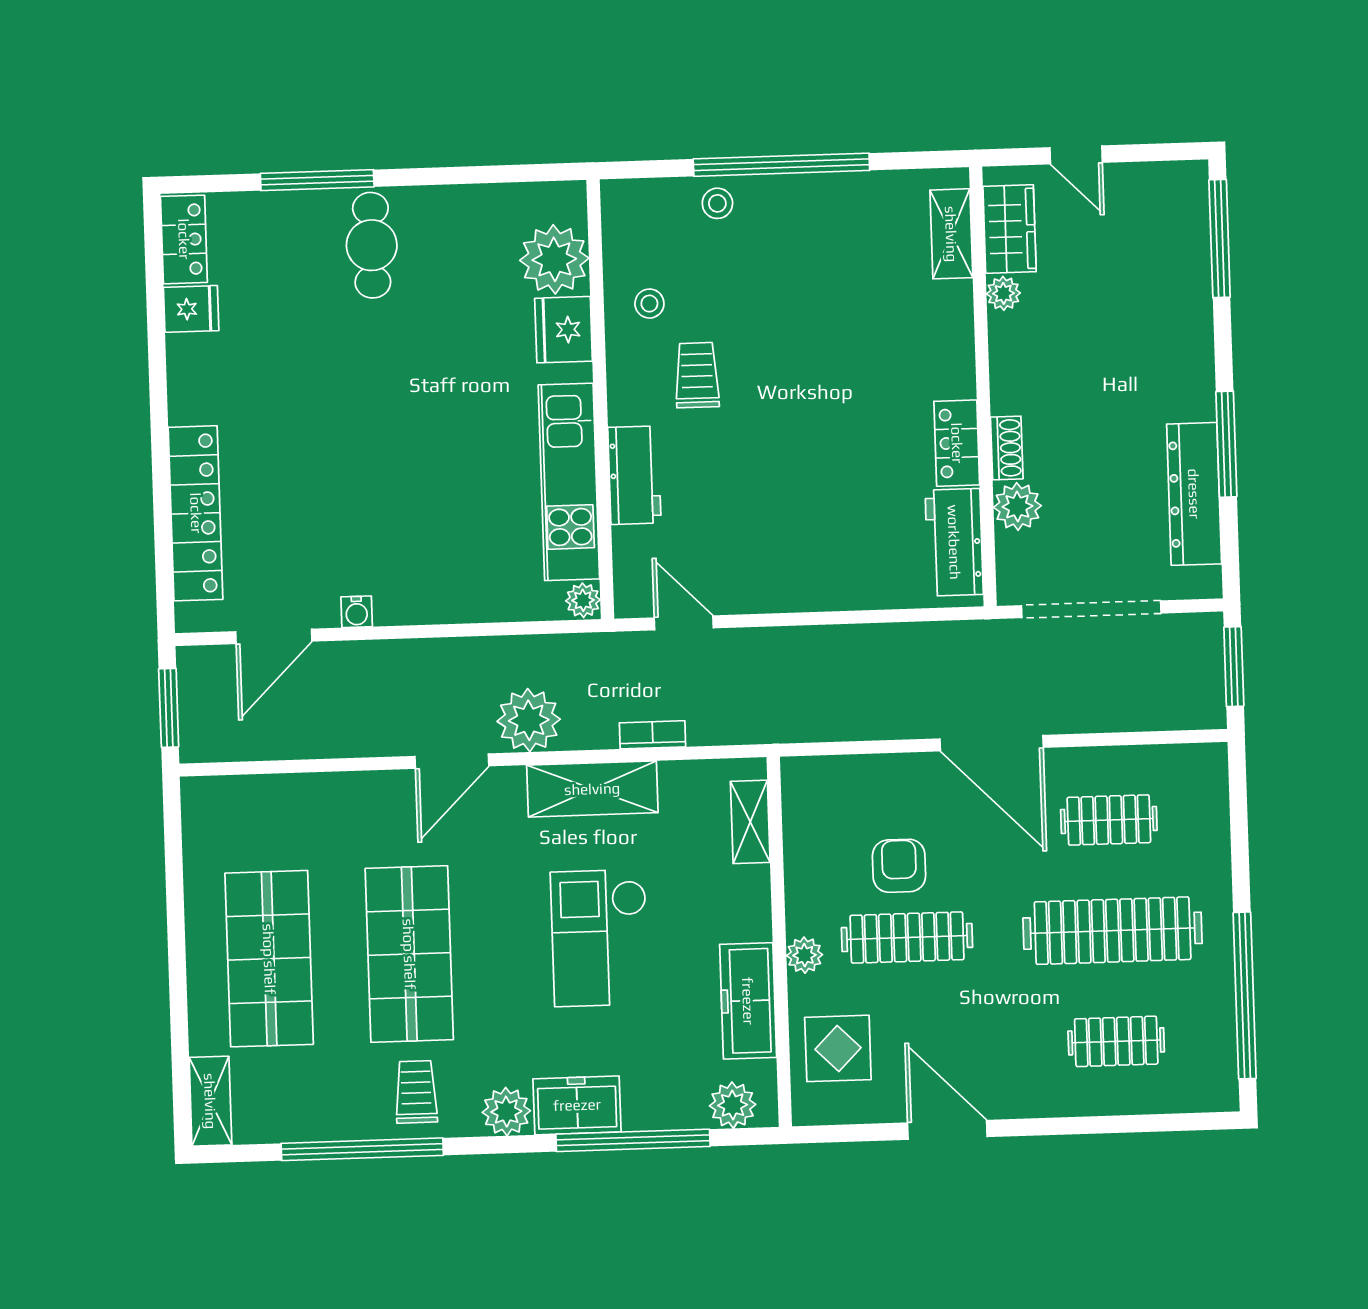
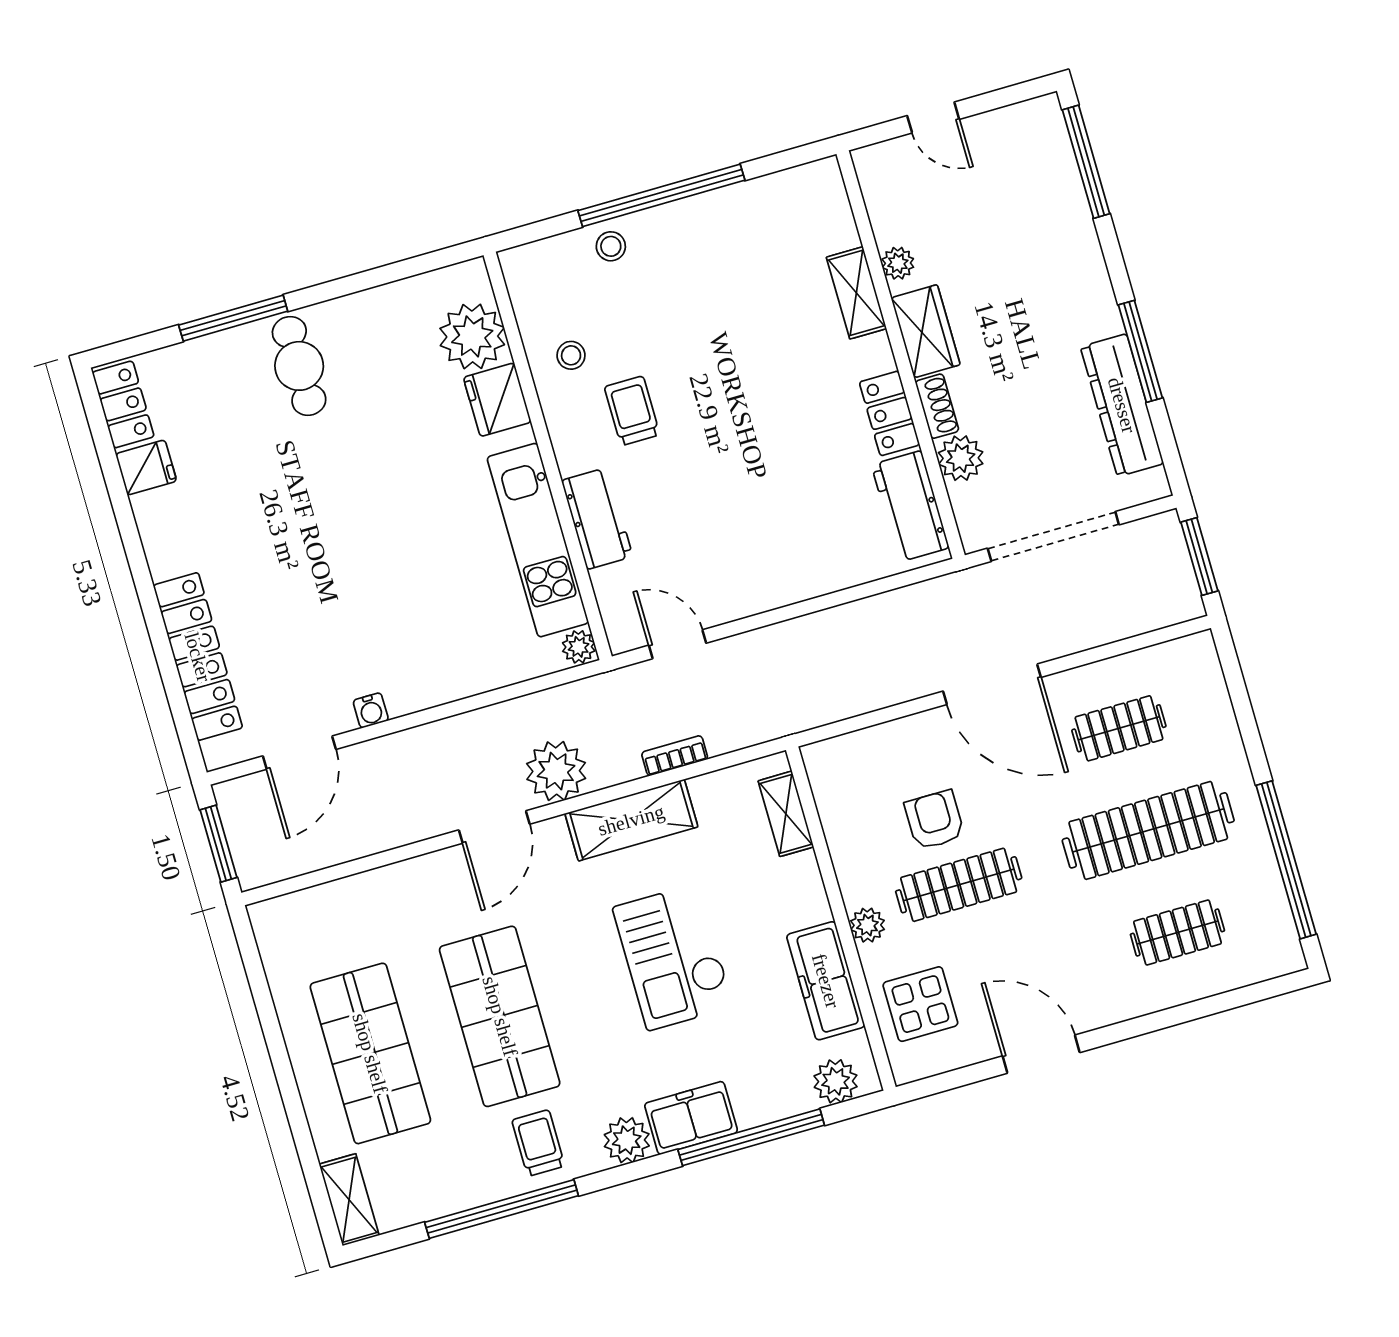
wardrobe: (1009, 229) -> (926, 331), moved
shelving: (951, 234) -> (856, 293), moved

